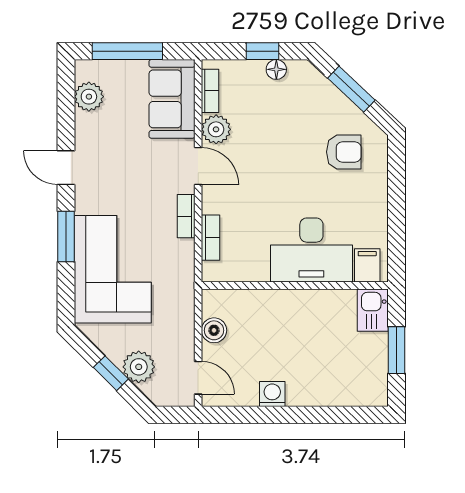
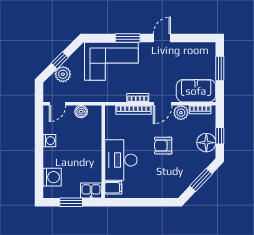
window: (127, 51) -> (220, 69), width x0.69
floor lamp: (276, 69) -> (206, 143), width x1.89, depth x1.89
plant: (89, 97) -> (197, 49), removed
armchair: (344, 152) -> (163, 146), moved, turned 90
bookcase: (210, 238) -> (133, 110), width x1.56
washing machine: (346, 388) -> (52, 177), added

